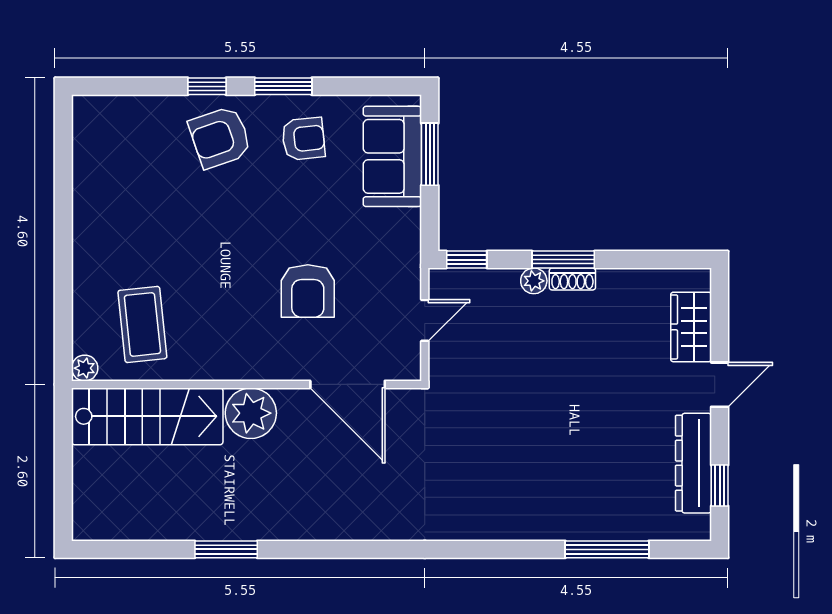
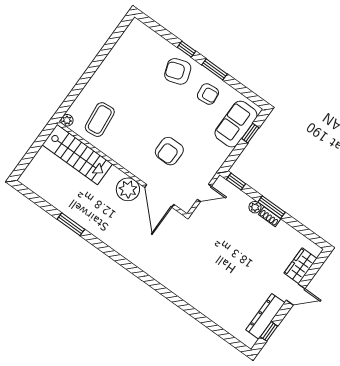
window: (430, 154) -> (250, 133), width x0.67
plant: (251, 413) -> (128, 189), moved
window: (607, 549) -> (211, 325), removed

